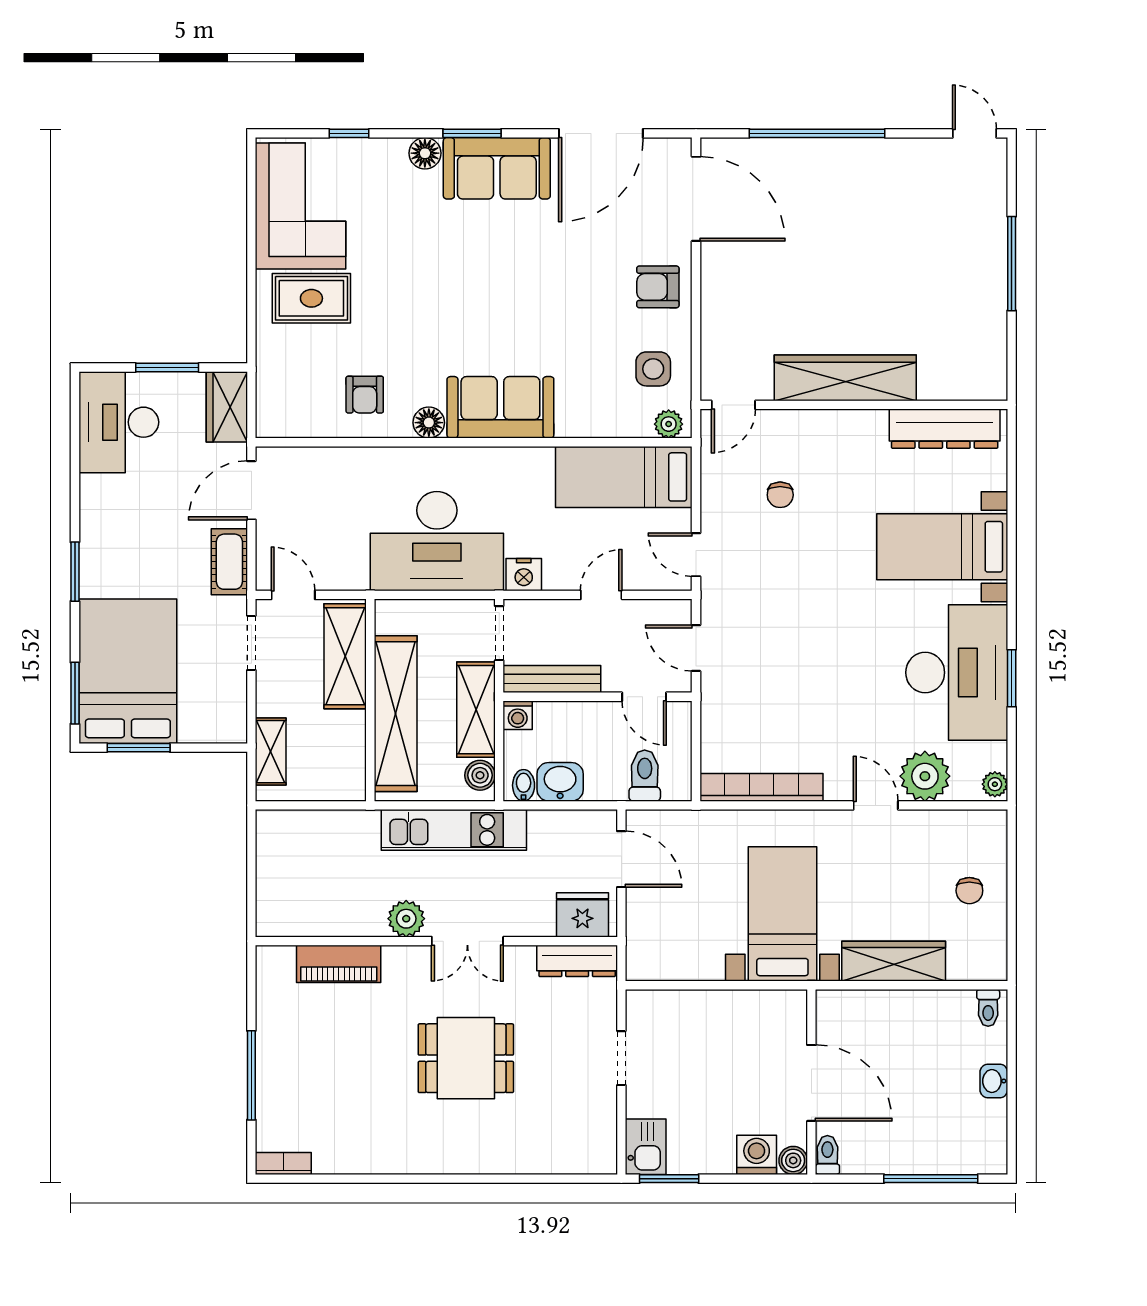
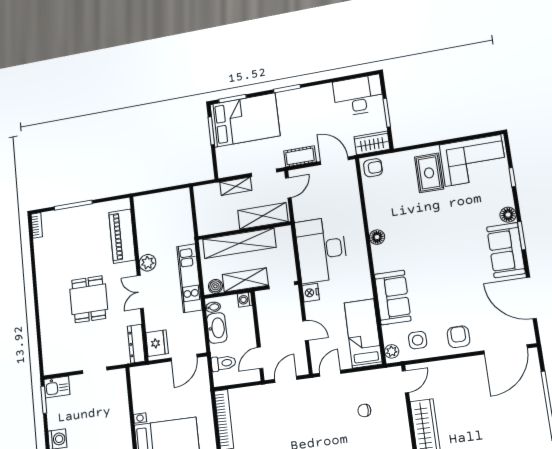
armchair: (365, 395) -> (373, 168), moved, turned 180
door: (733, 405) -> (405, 382), swing flipped
sofa: (500, 407) -> (393, 297), moved
bench: (552, 679) -> (263, 313), removed
shelving: (271, 752) -> (236, 186), moved
washbasin: (560, 782) -> (217, 328), width x1.38
piano: (339, 964) -> (122, 236), width x1.37, depth x1.33

